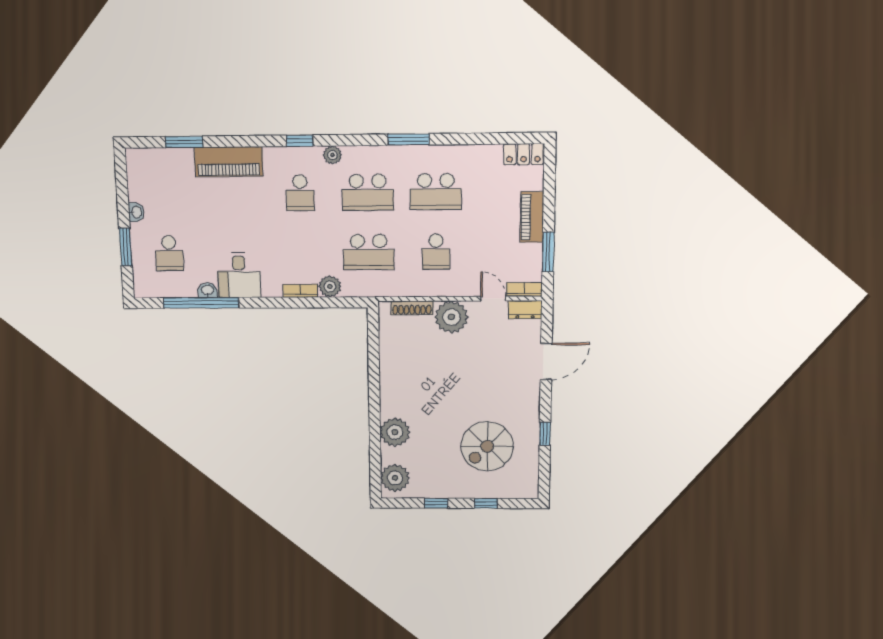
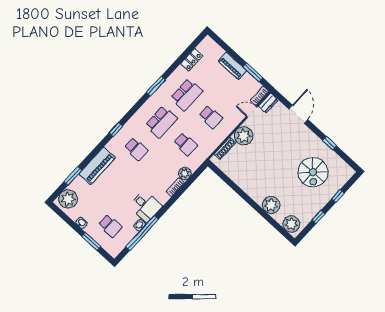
locker: (524, 154) -> (192, 60), moved
plant: (332, 155) -> (68, 199), moved, width x1.87, depth x1.87
school desk: (369, 252) -> (186, 144), width x0.54

